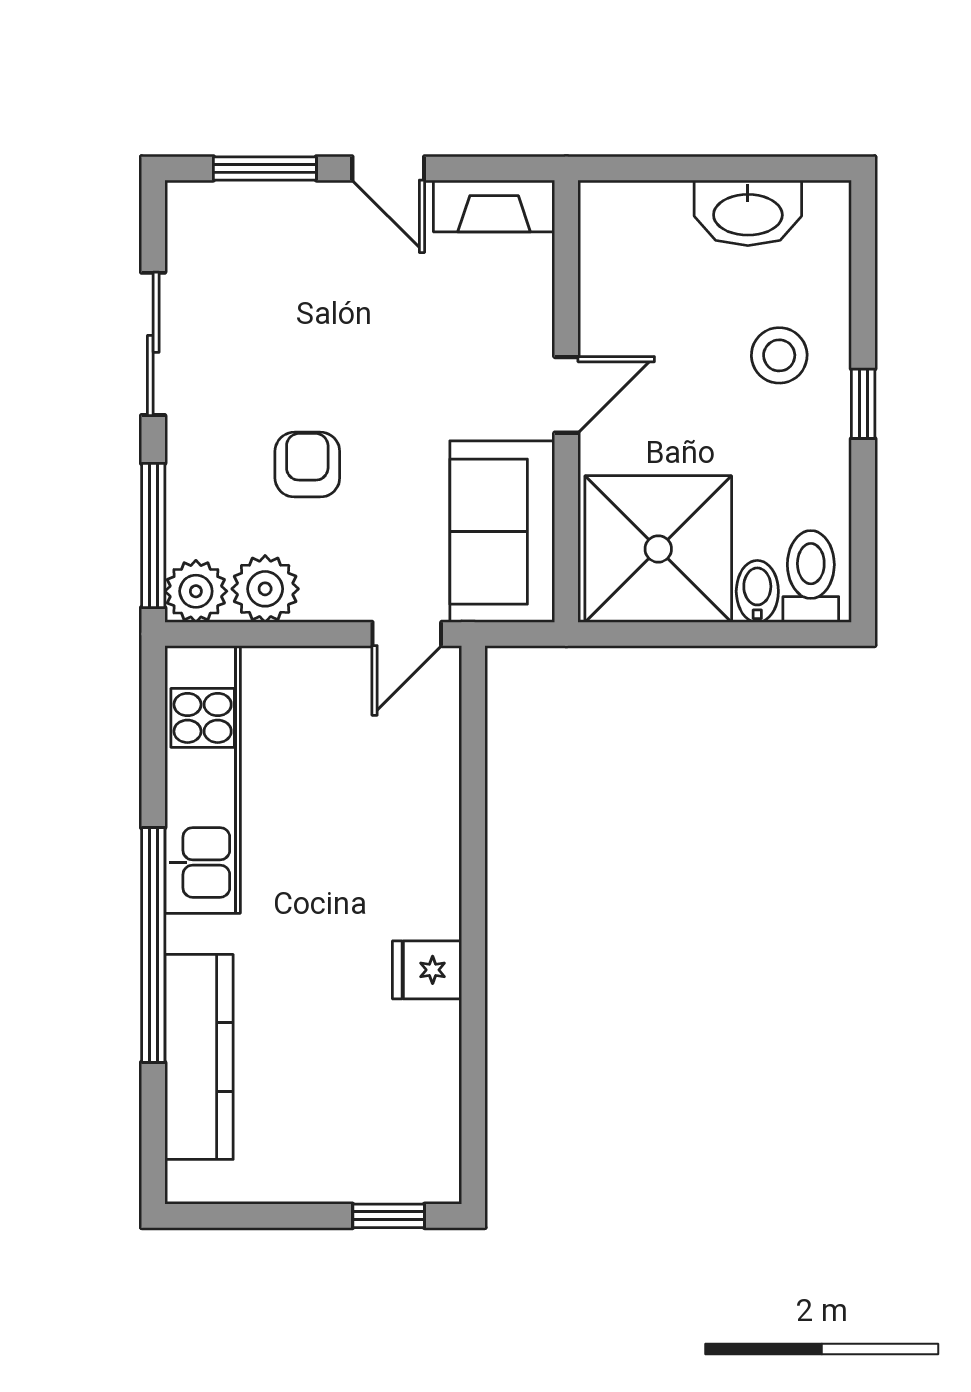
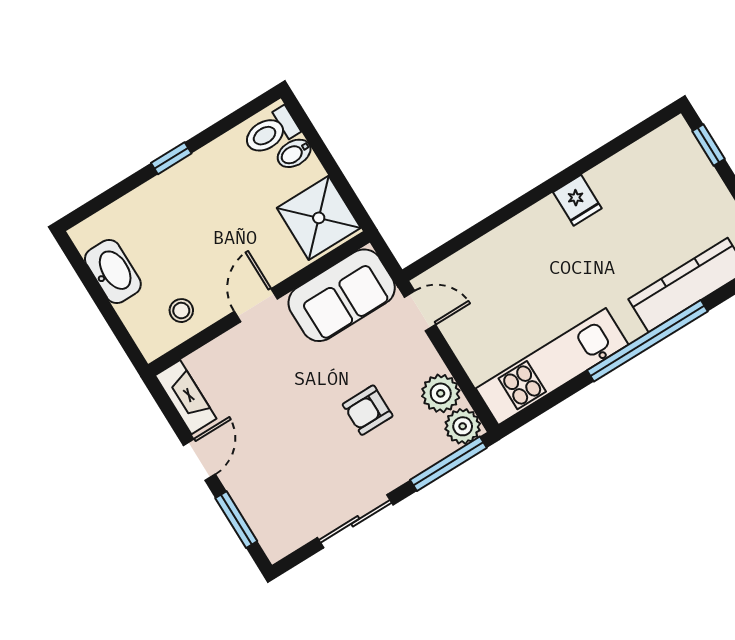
stool: (779, 355) -> (181, 311), moved, width x0.73, depth x0.73
door: (566, 395) -> (256, 305), hinge flipped
shower: (658, 549) -> (319, 218), width x0.73, depth x0.73

